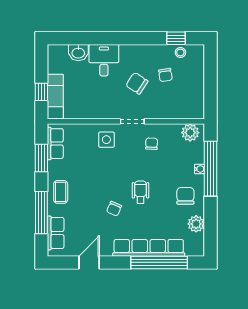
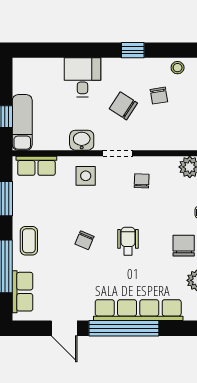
window: (176, 38) -> (133, 50), moved
washbasin: (78, 53) -> (82, 140), moved, turned 180
row of seats: (55, 144) -> (36, 166), moved, turned 90
chair: (114, 209) -> (84, 240), moved
door: (89, 262) -> (64, 328), swing flipped
window: (159, 262) -> (124, 328), moved

